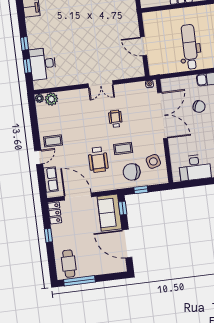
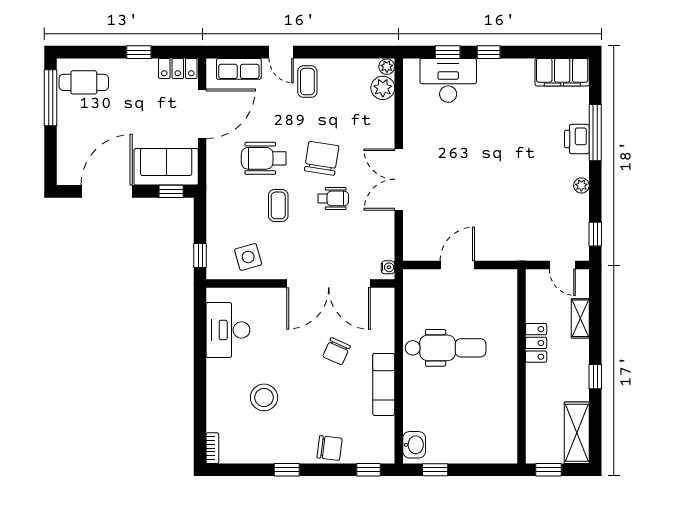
double door: (101, 84) -> (399, 179), width x1.37
chair: (132, 172) -> (322, 158), moved
window: (141, 190) -> (200, 255), moved

